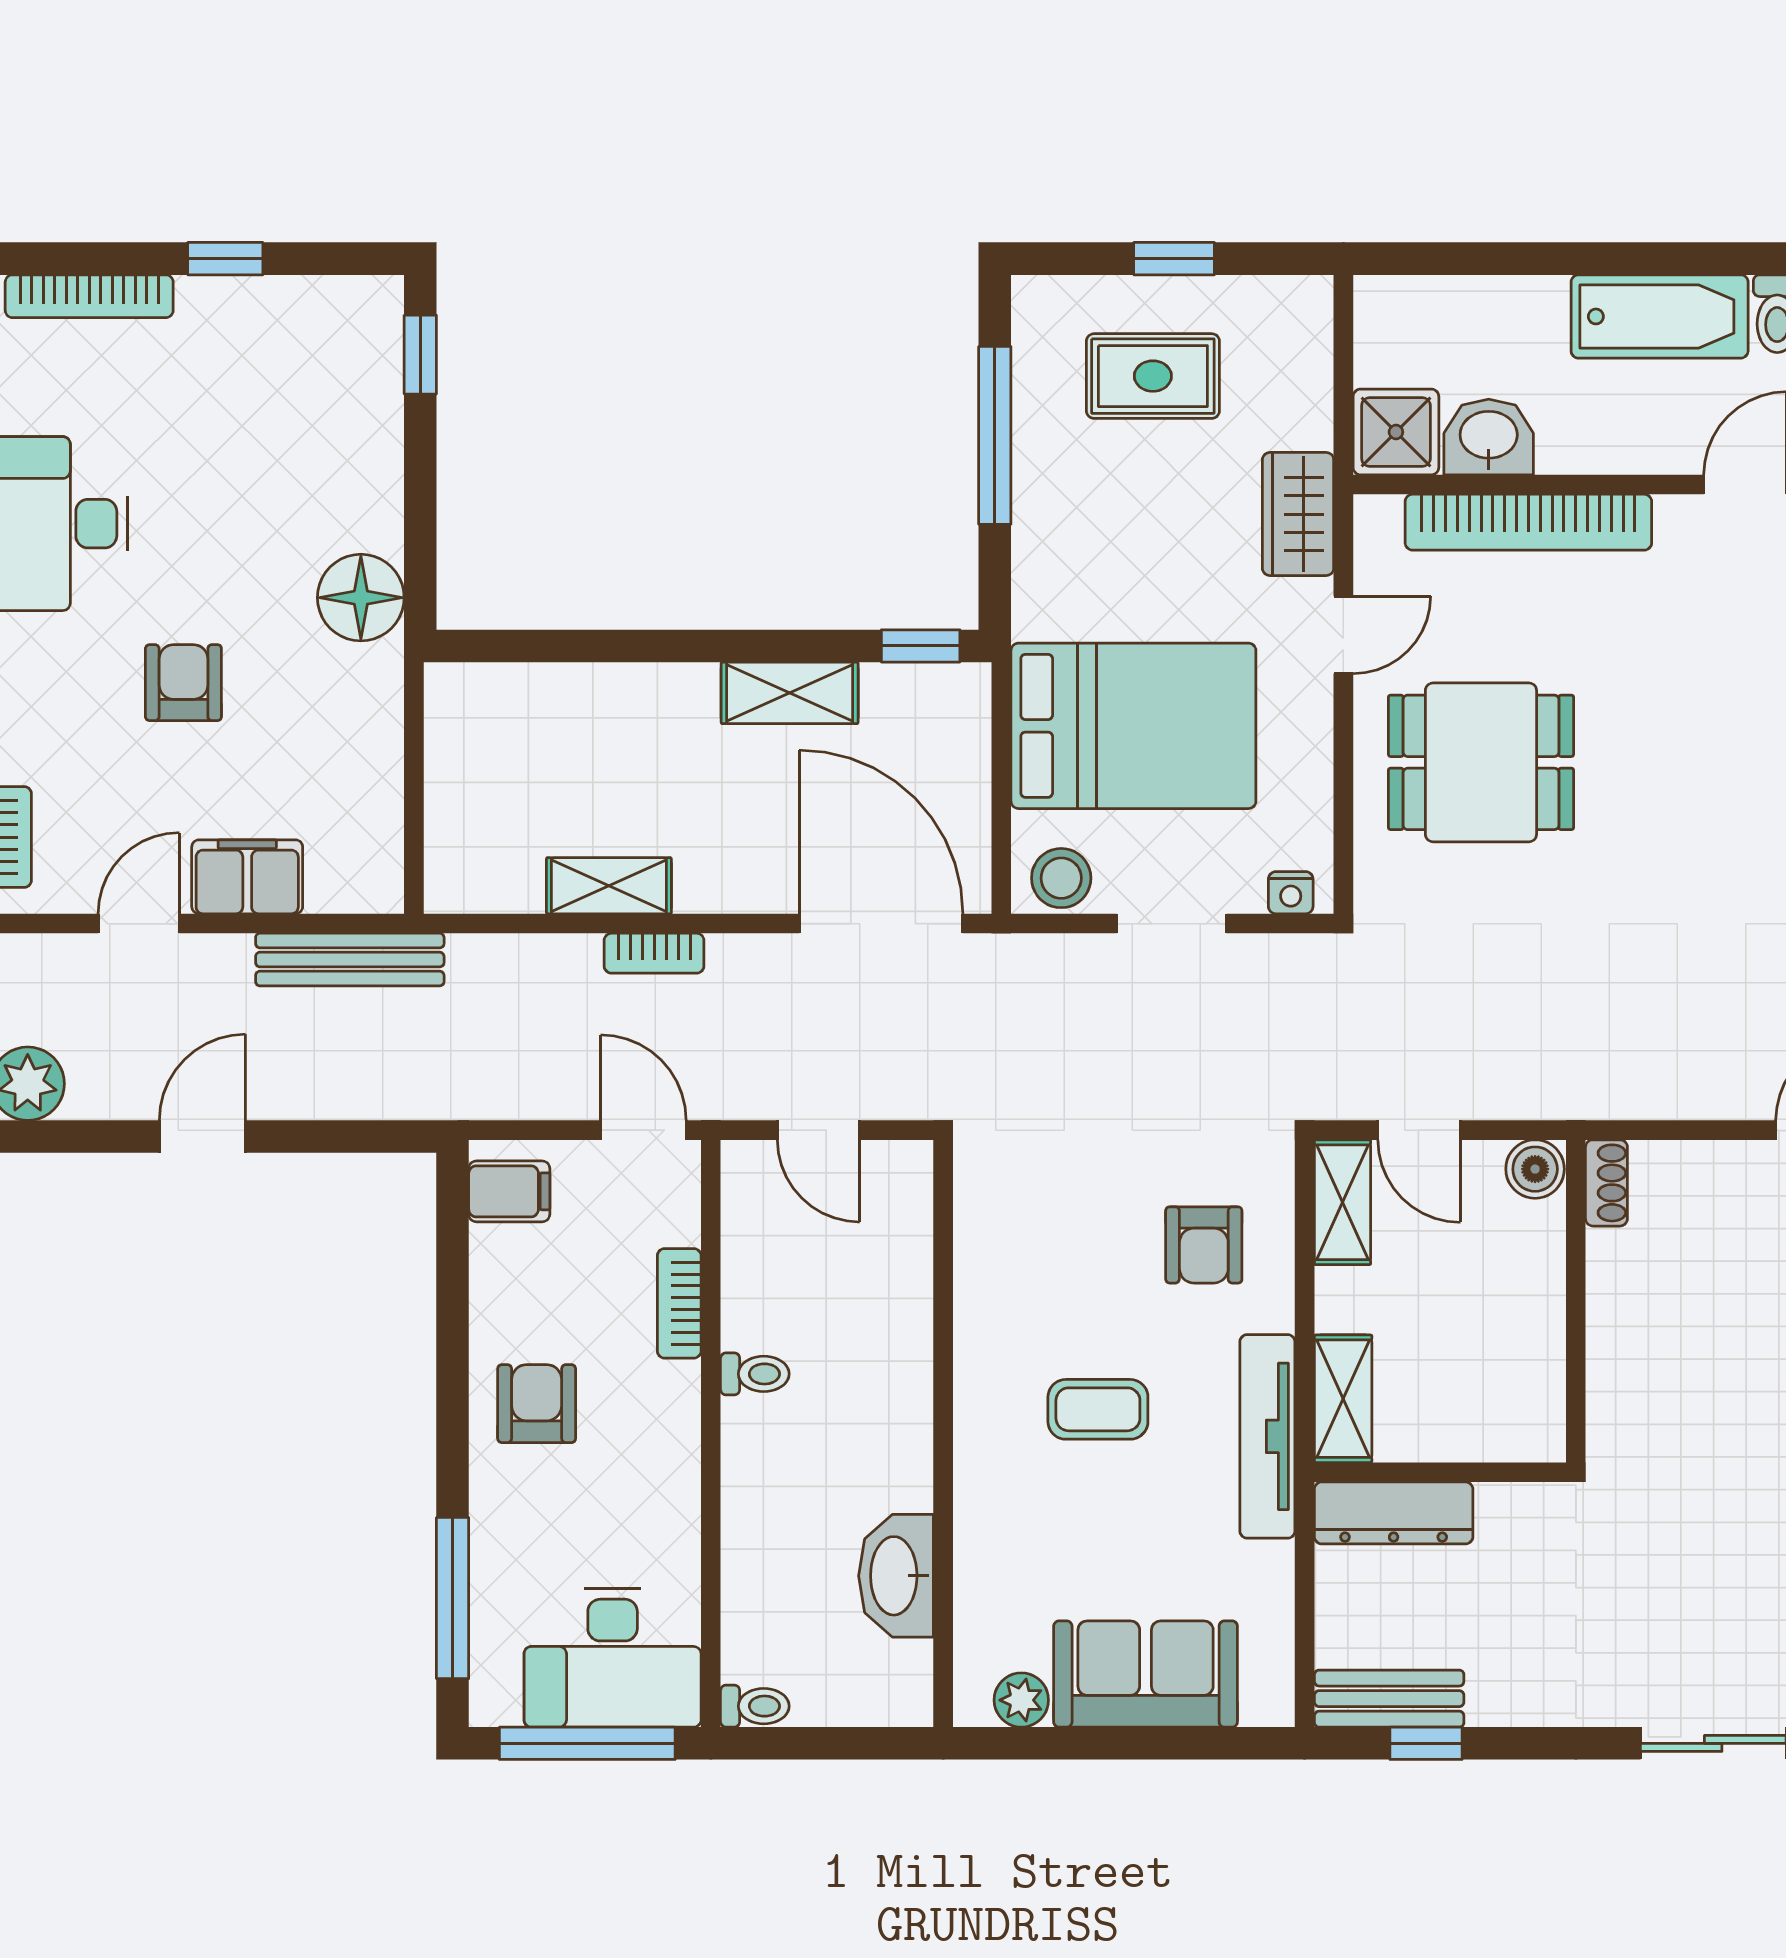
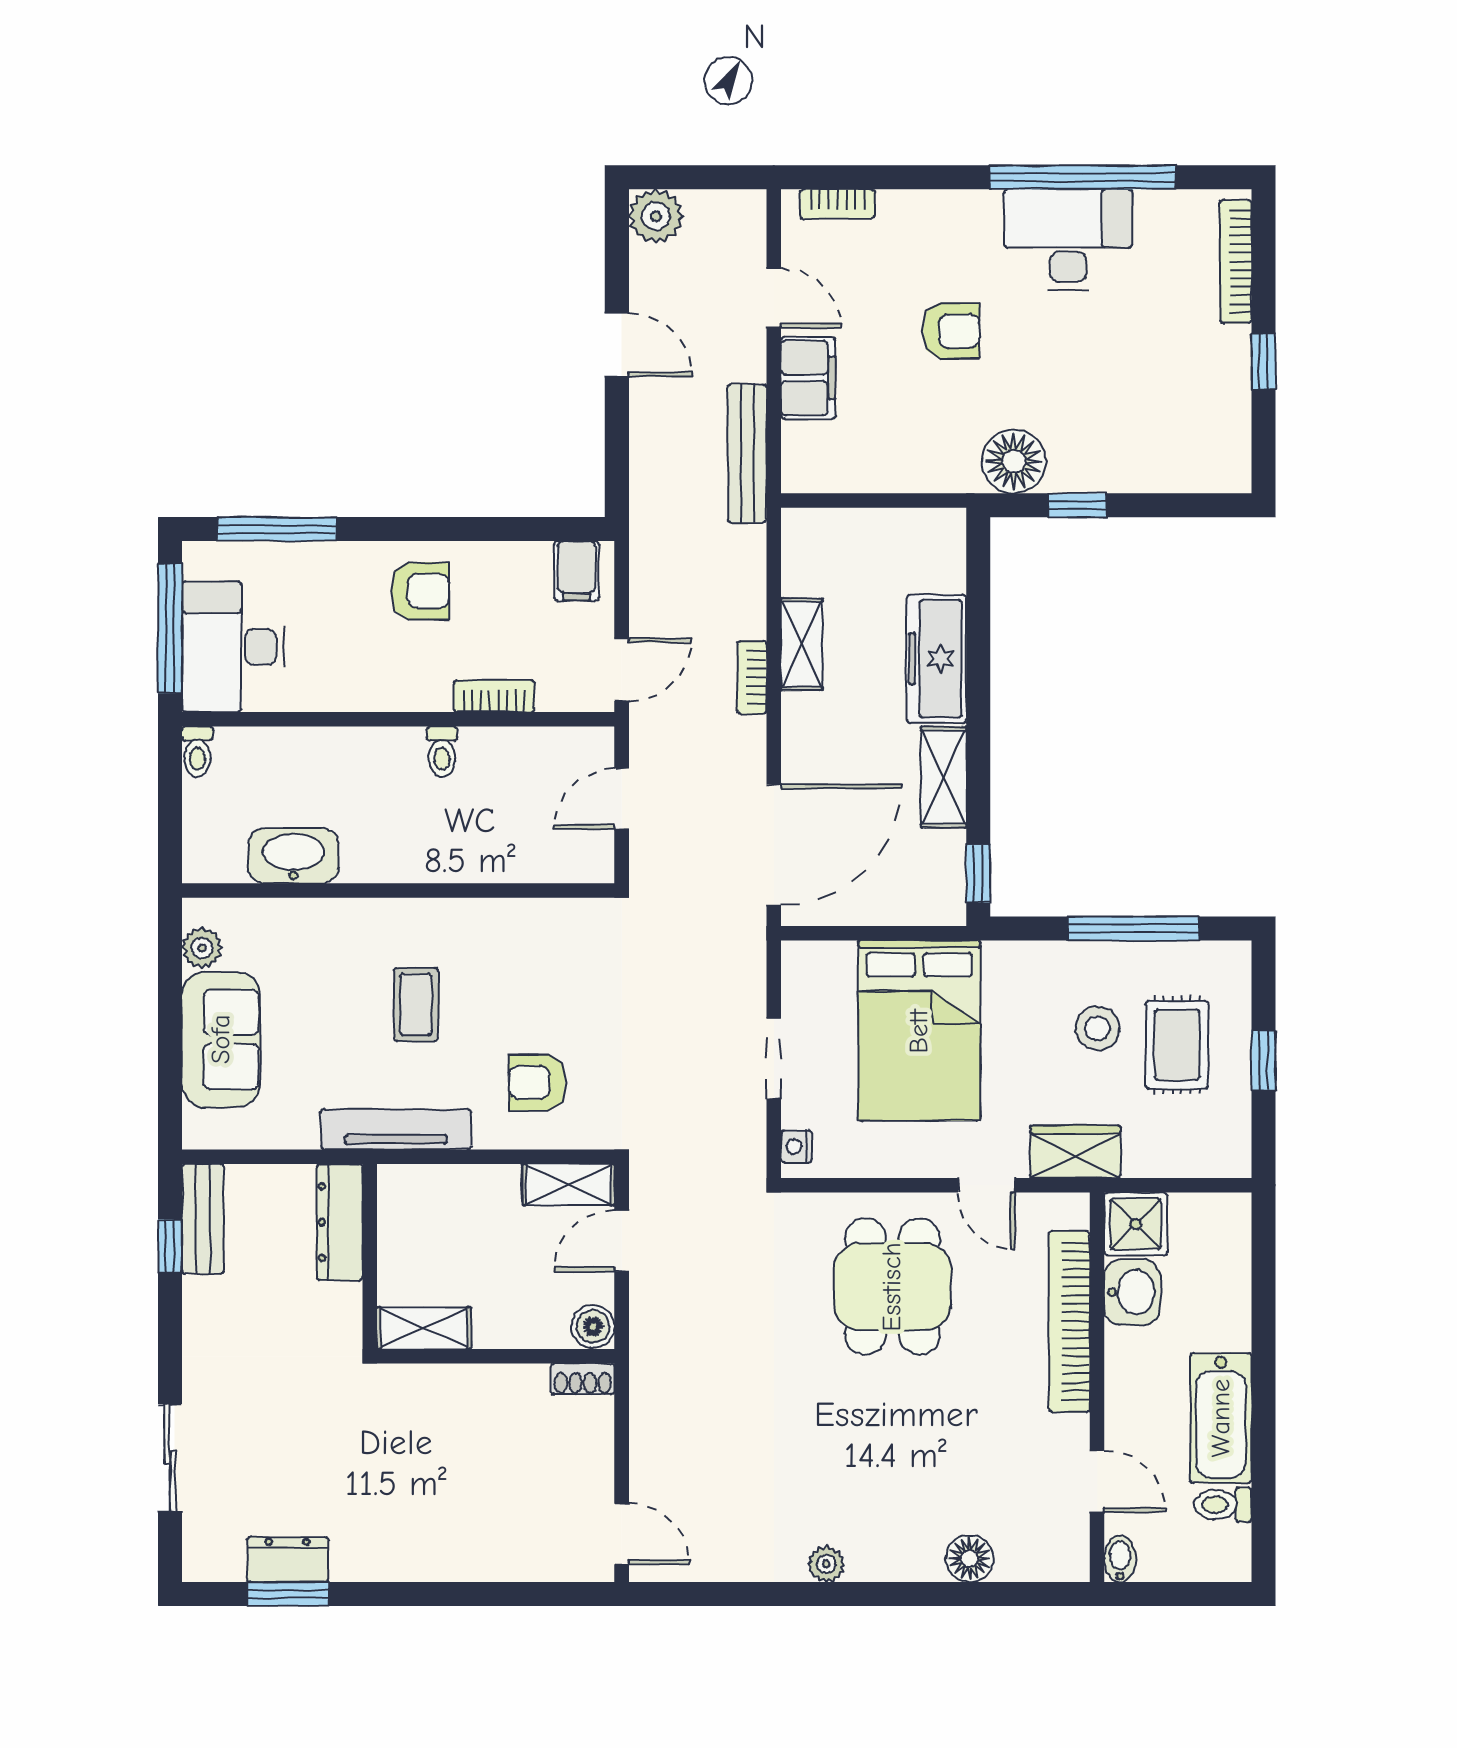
window: (420, 355) -> (1077, 505), moved
freezer: (629, 703) -> (936, 659), added
stool: (1061, 878) -> (1098, 1028), moved
shelving: (1343, 1399) -> (424, 1328), moved

